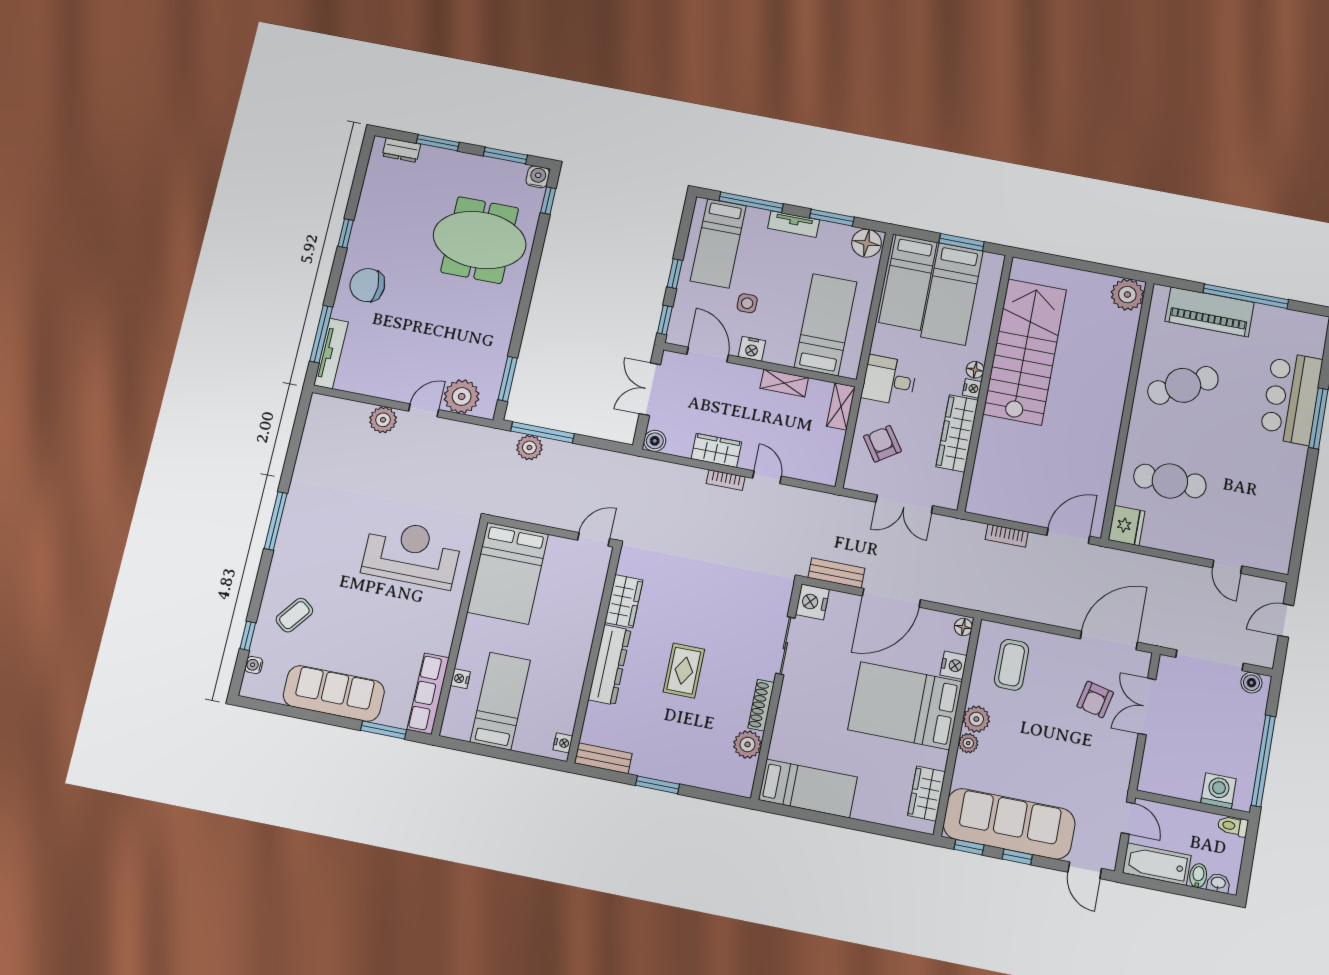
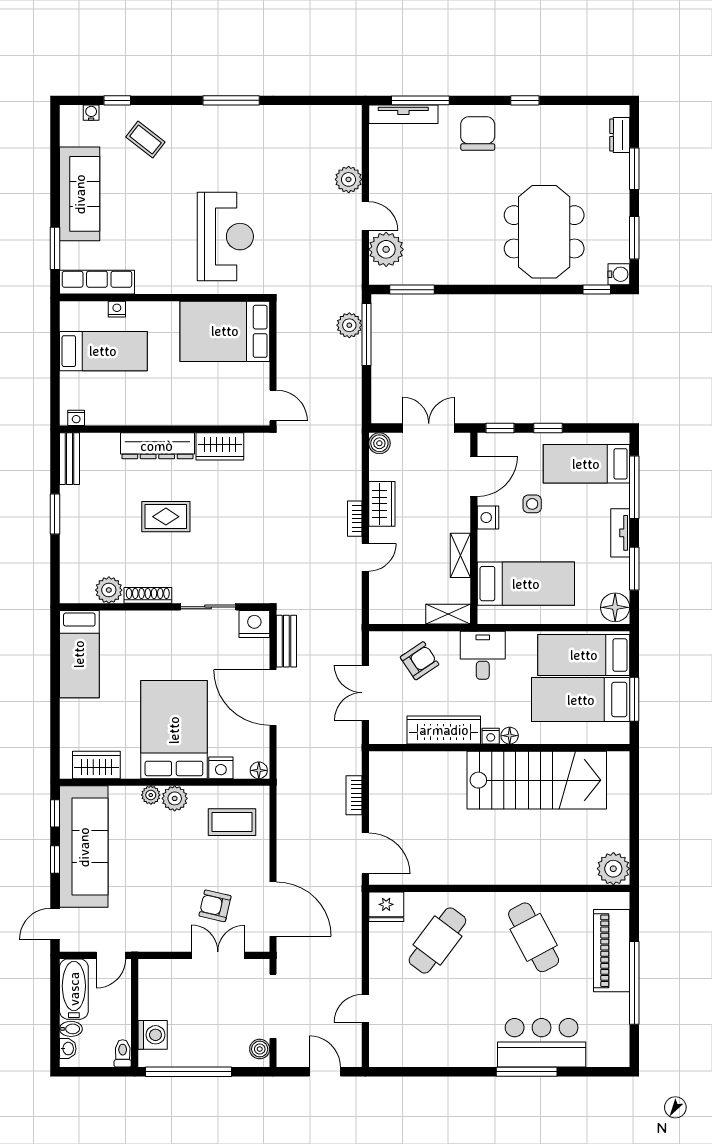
cafe table: (1170, 481) -> (437, 941), turned 37

